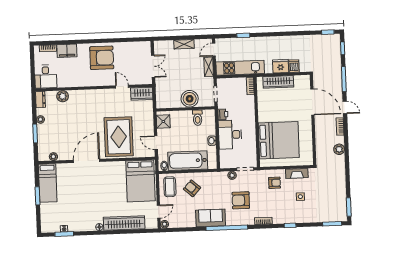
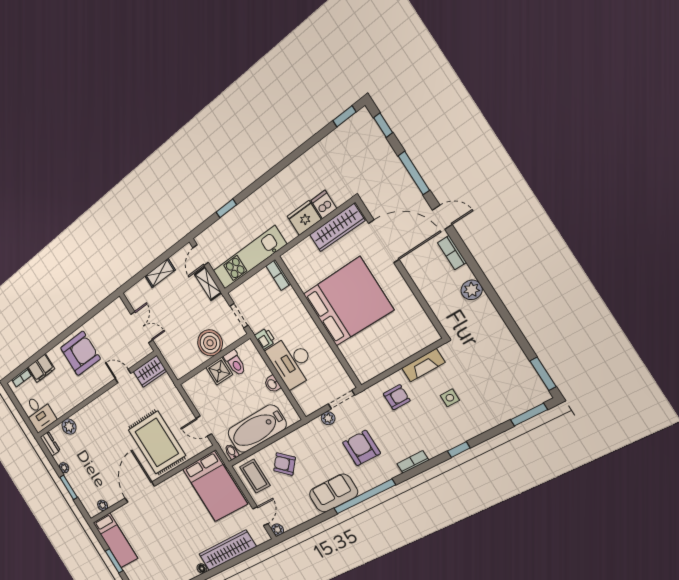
wardrobe: (278, 82) -> (337, 228), moved
shower: (163, 121) -> (219, 371), moved
bed: (279, 140) -> (348, 302), moved
armchair: (241, 200) -> (361, 448), turned 90

